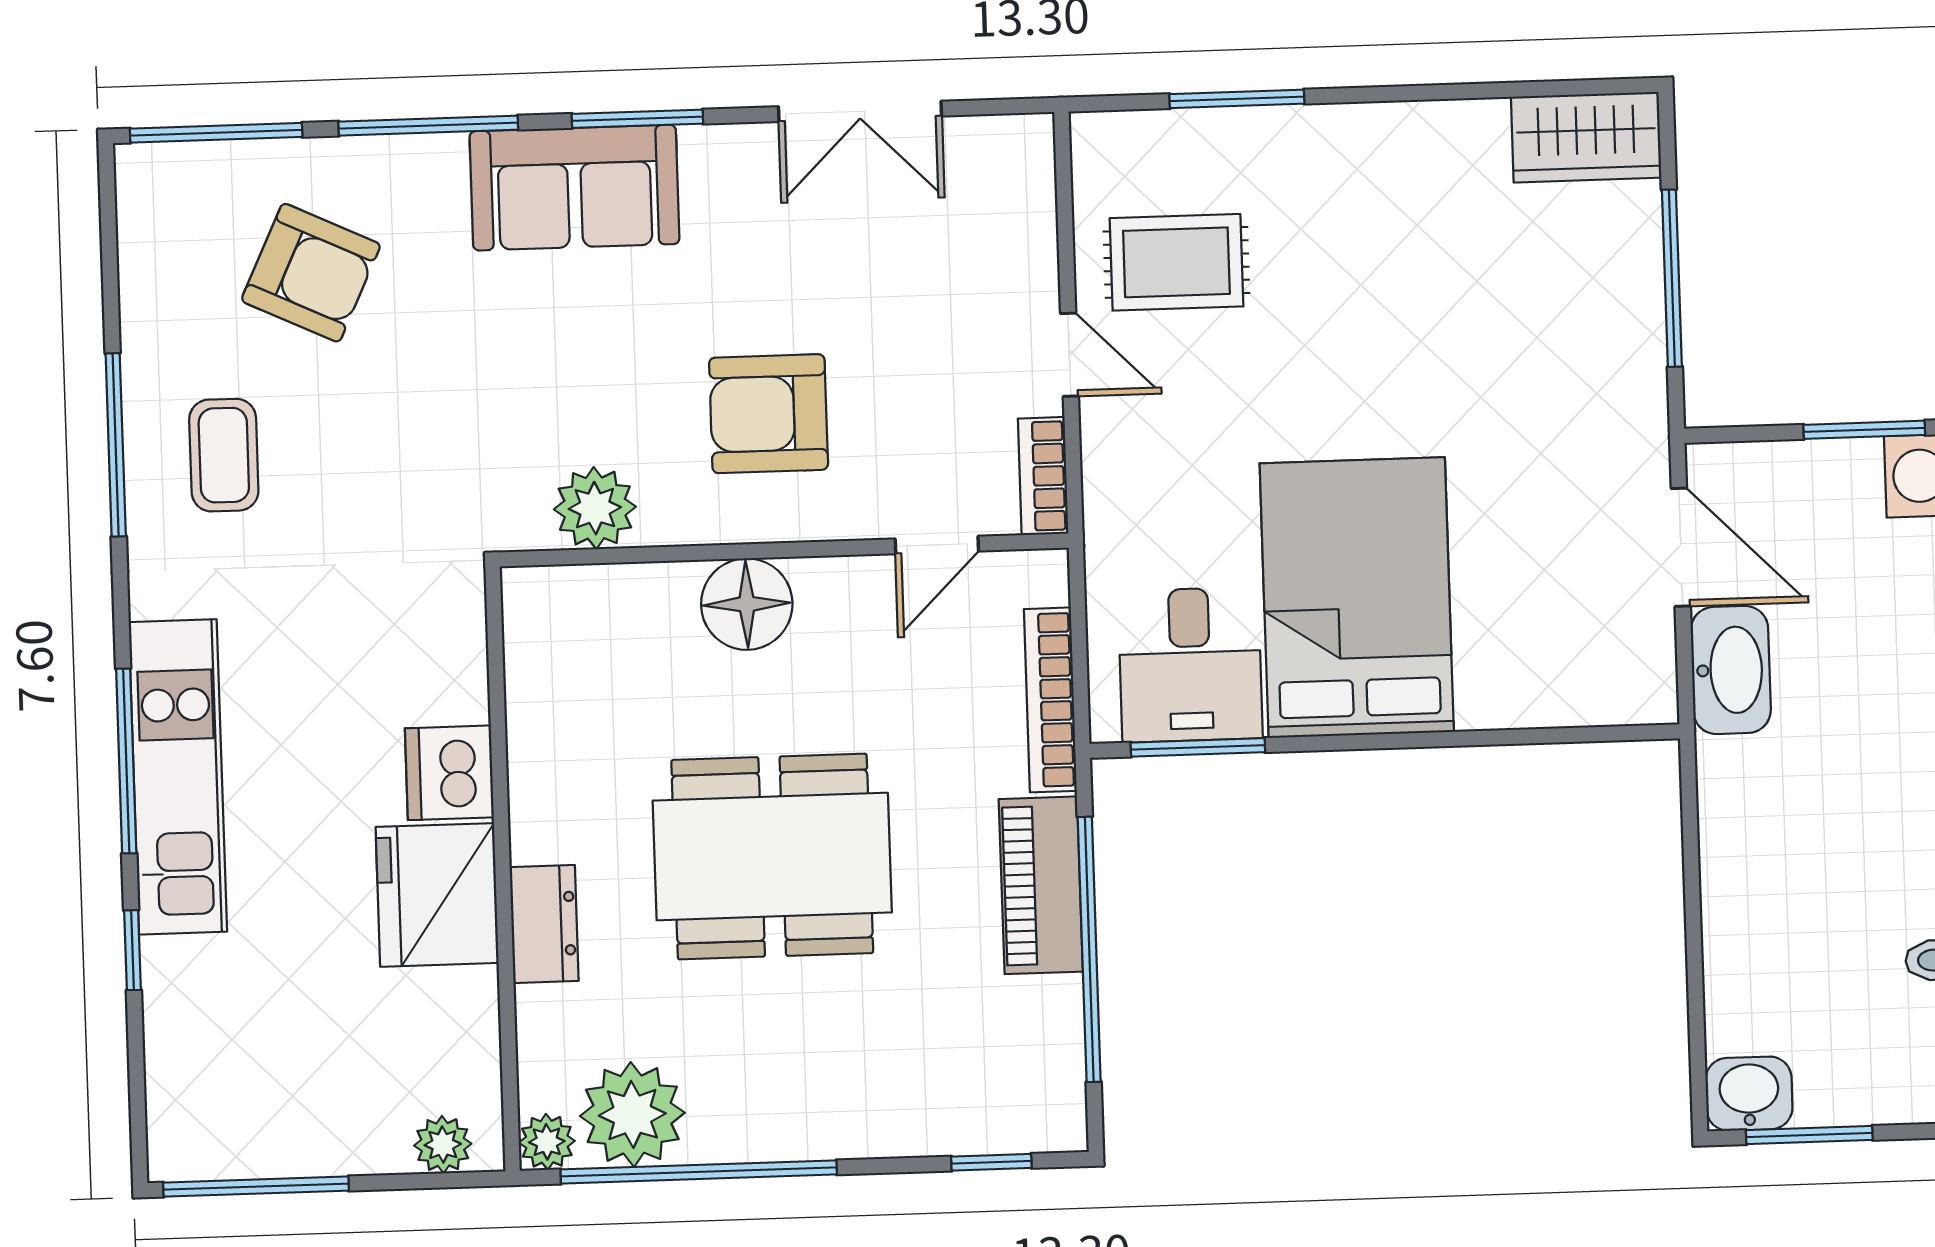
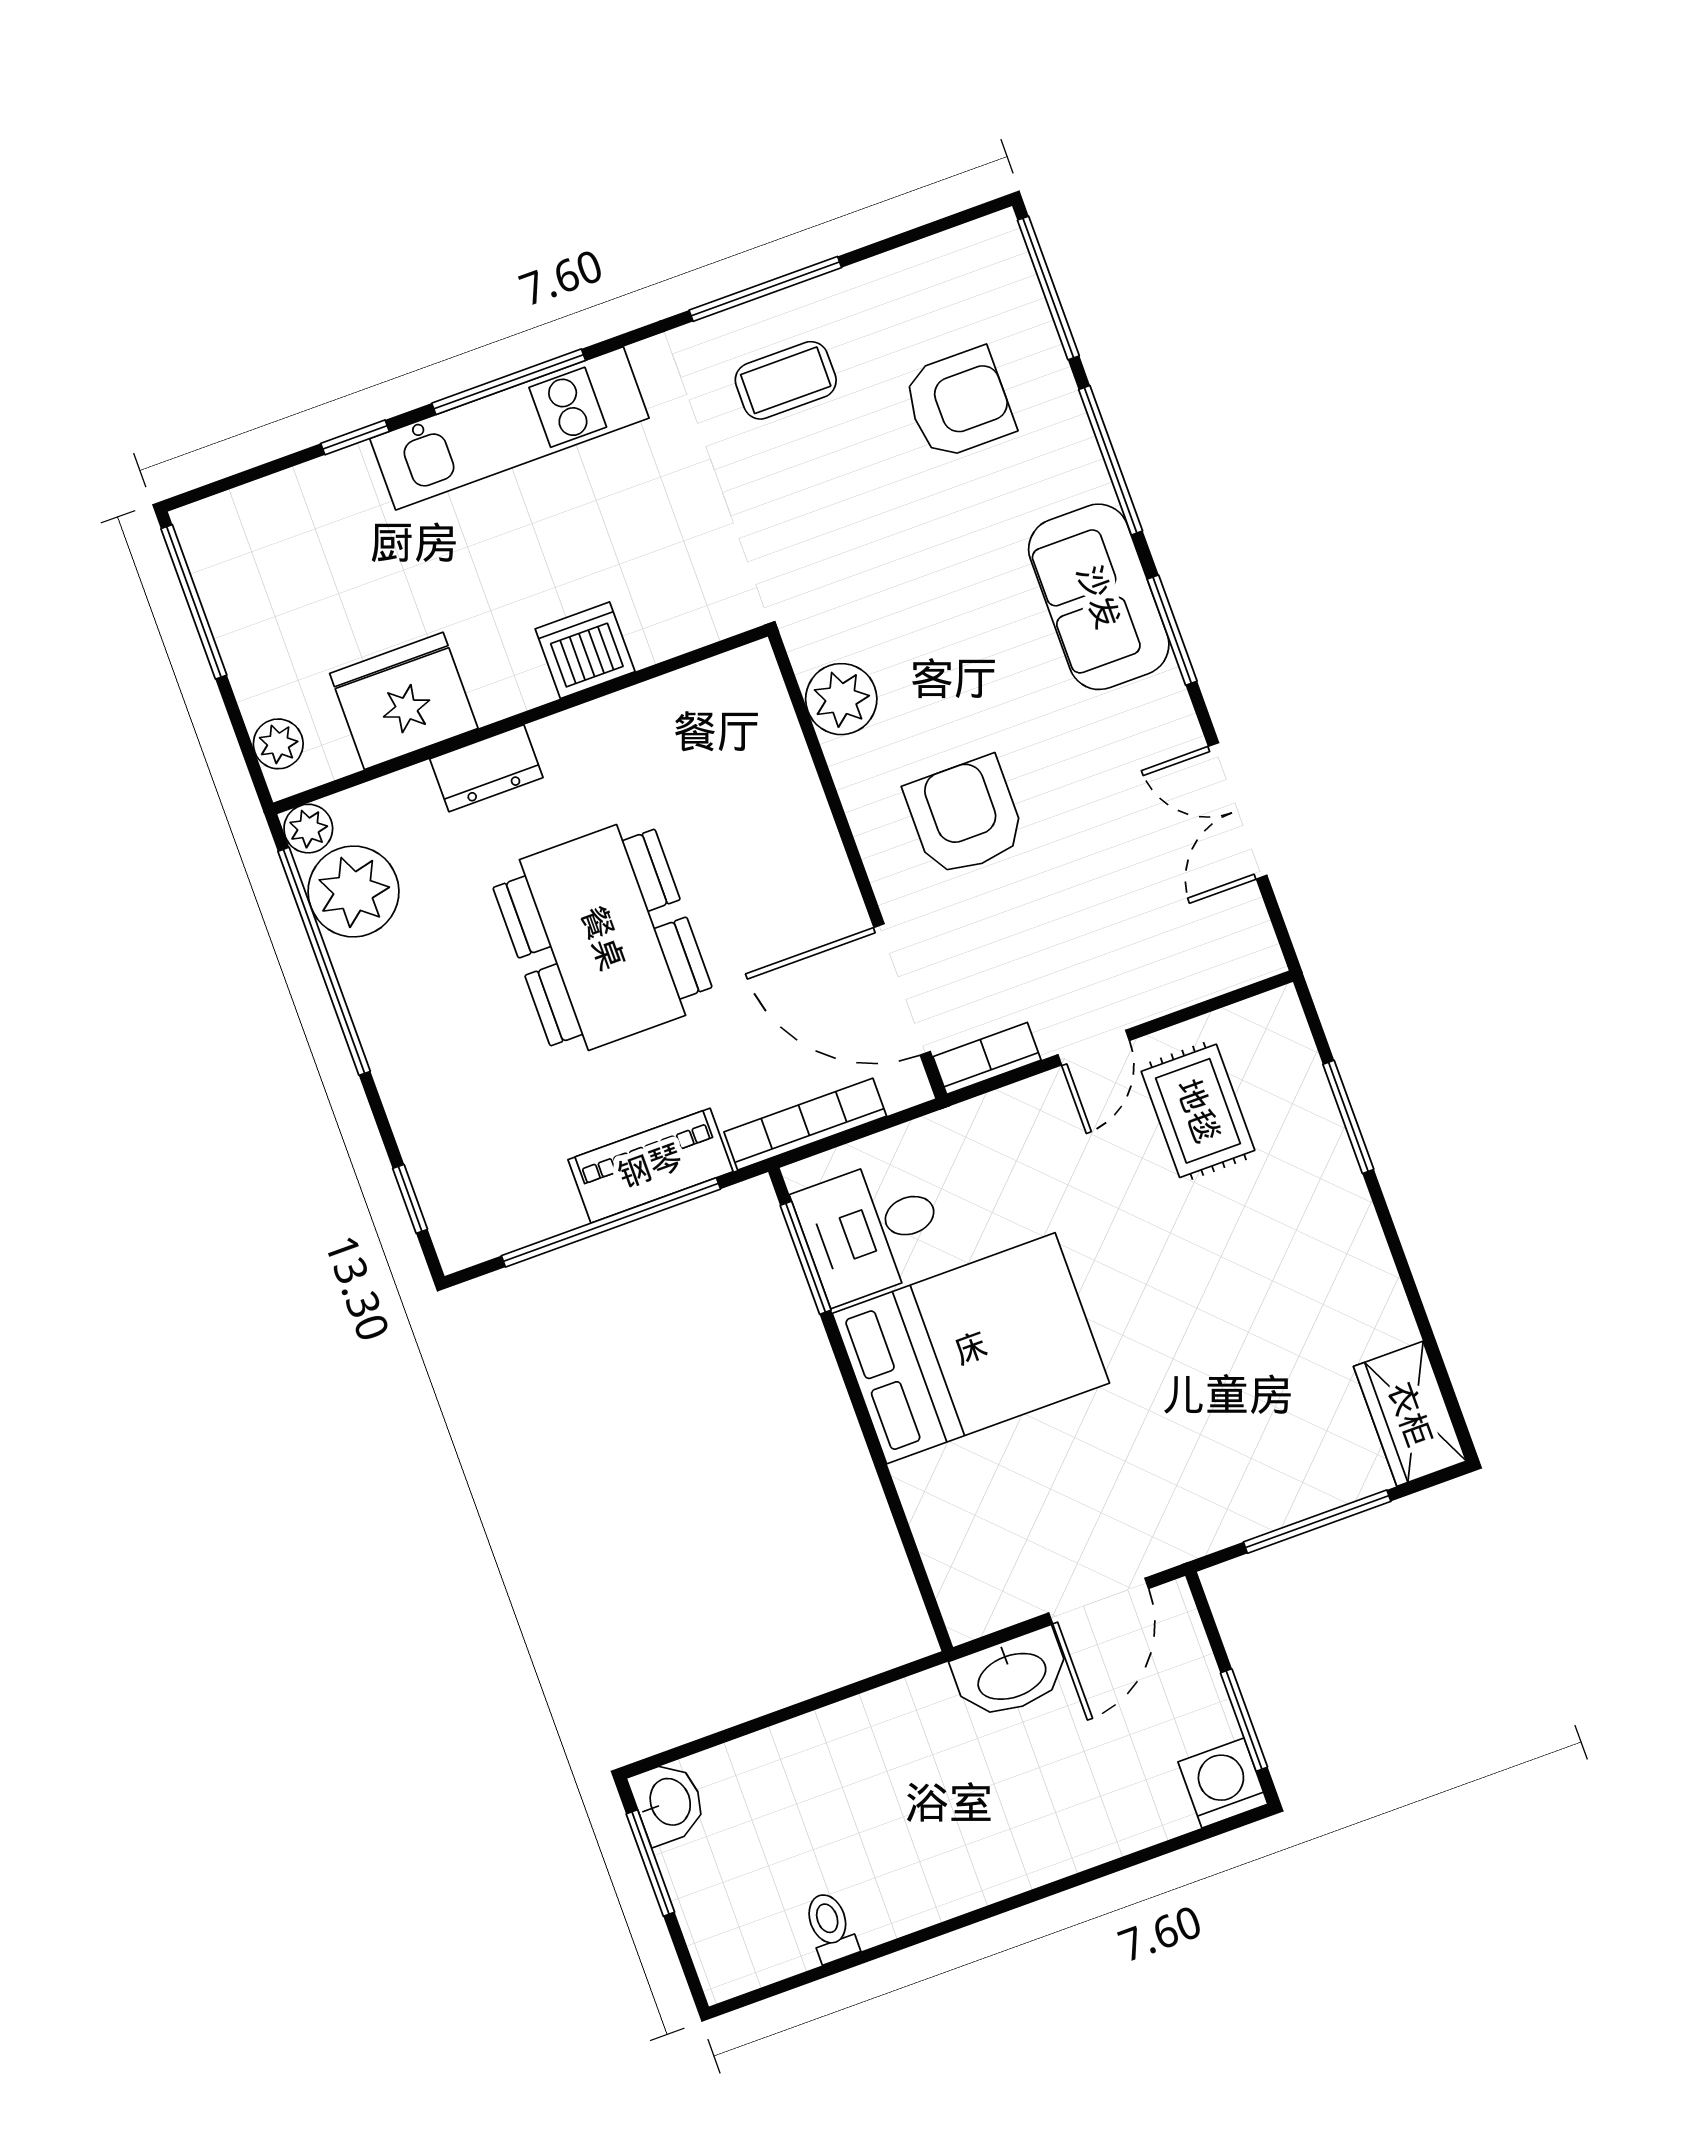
armchair: (311, 273) -> (959, 403), turned -115
door: (937, 545) -> (902, 989), width x1.88
floor lamp: (747, 604) -> (803, 849), removed
fridge: (437, 895) -> (404, 701), moved

